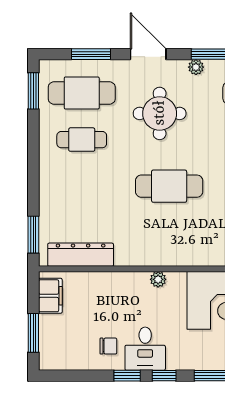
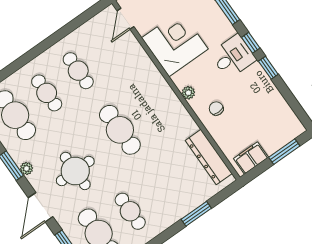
window: (33, 235) -> (196, 214), moved
chair: (108, 346) -> (216, 109), moved
desk: (145, 349) -> (233, 57), moved

